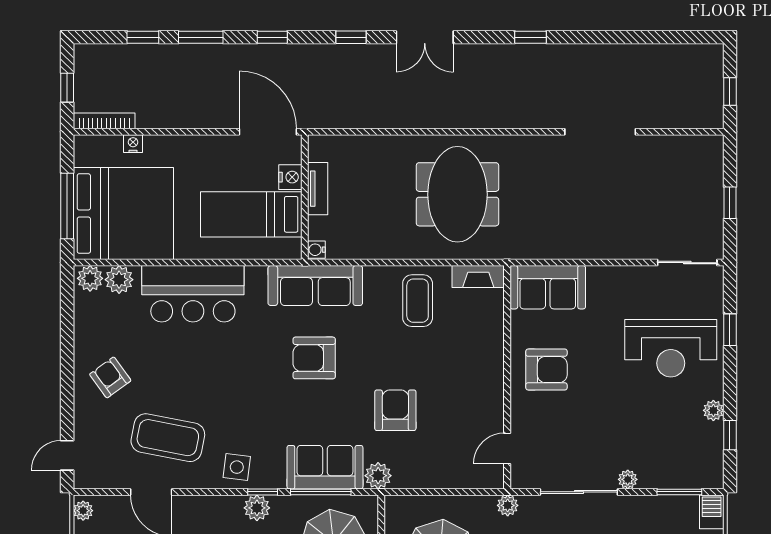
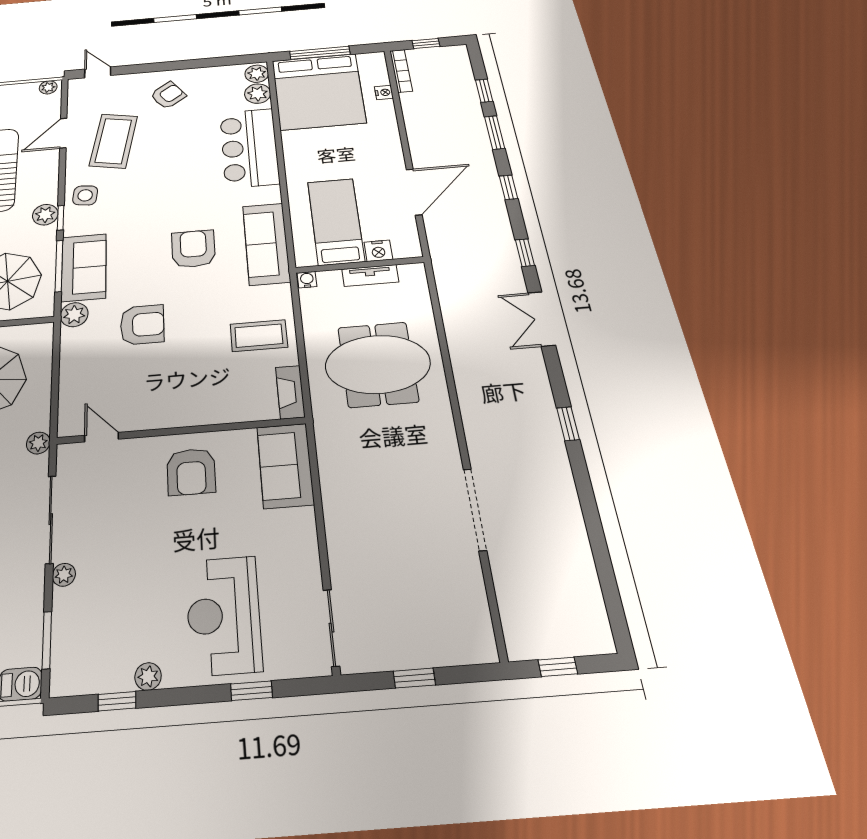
nightstand: (290, 177) -> (378, 251), moved
tv unit: (318, 189) -> (370, 276), moved
wall: (305, 197) -> (360, 265), moved
bed: (251, 214) -> (336, 221), moved
water cooler: (316, 250) -> (307, 280), moved

